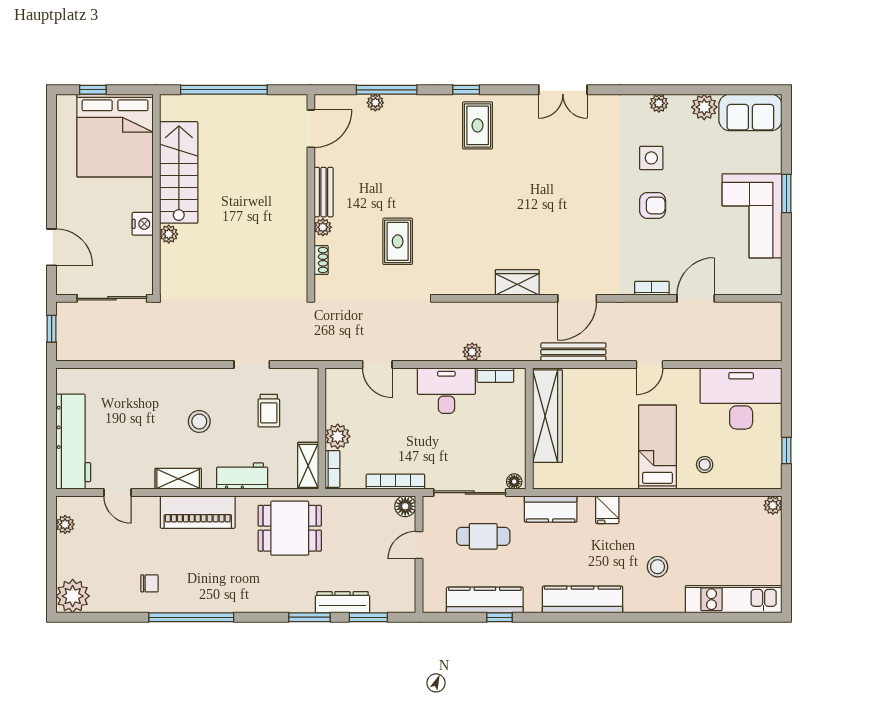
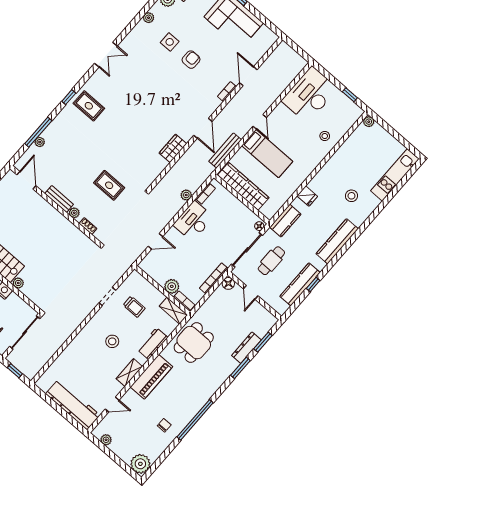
bed: (657, 447) -> (267, 153), moved, turned 180

